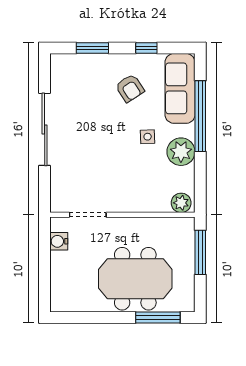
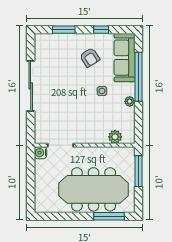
plant: (181, 152) -> (130, 101), width x0.53, depth x0.53
plant: (181, 203) -> (115, 137), moved
water cooler: (59, 241) -> (40, 153), moved
meeting table: (135, 279) -> (94, 189), width x1.36

